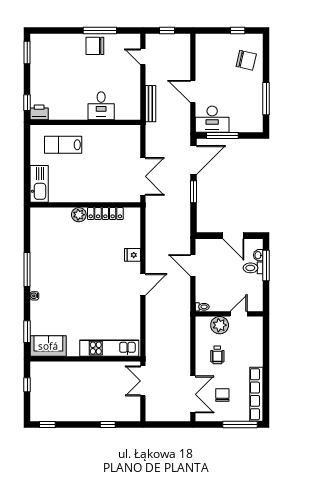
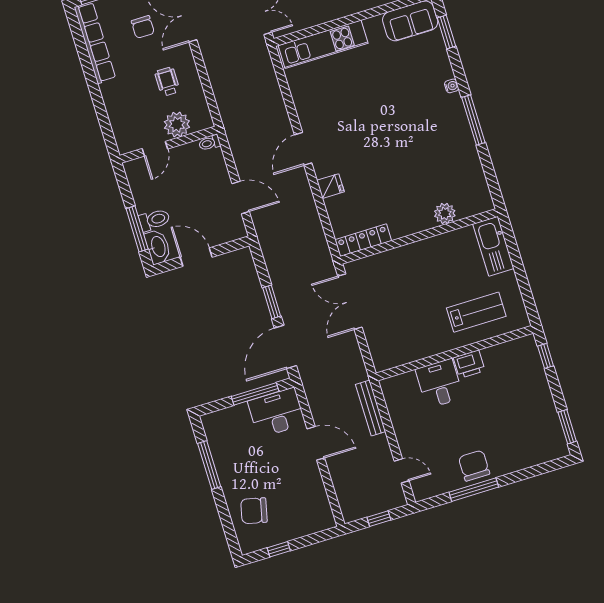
chair: (95, 46) -> (474, 466), turned -90
printer: (39, 112) -> (469, 364), moved
locker: (105, 214) -> (363, 240), moved
plant: (79, 215) -> (445, 213), moved
washbasin: (258, 255) -> (158, 247), width x1.91, depth x1.45

